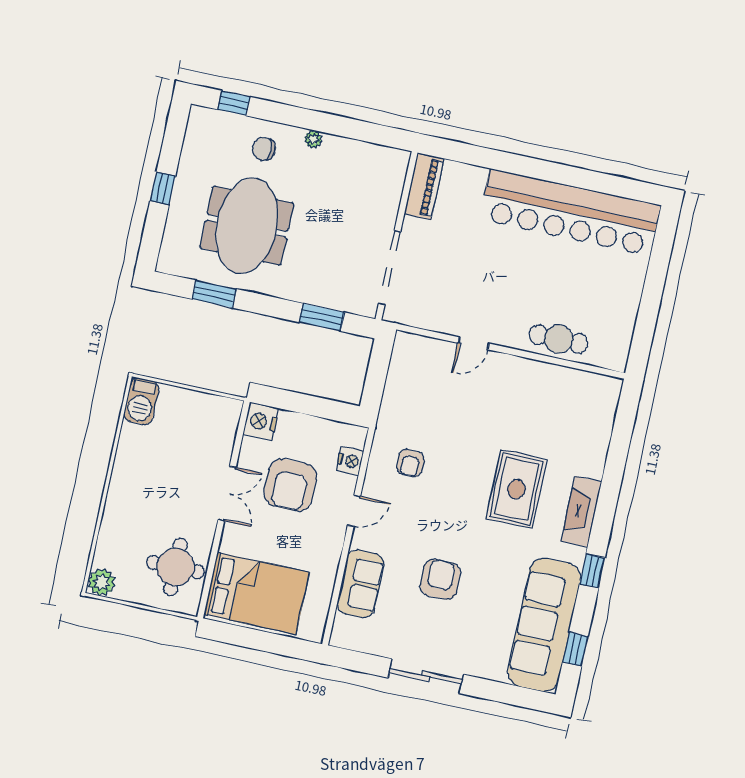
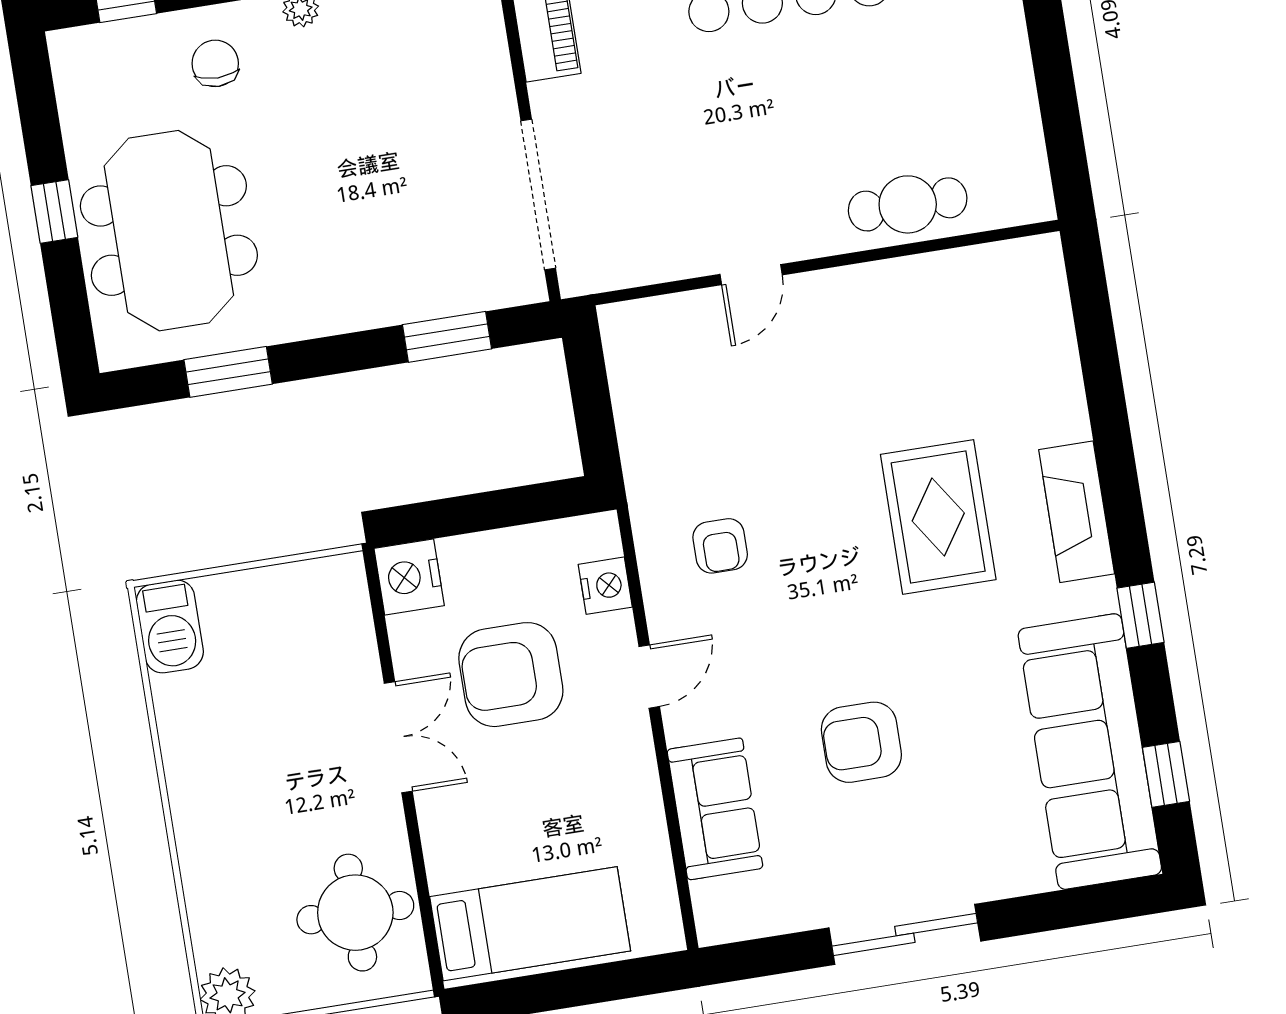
chair: (264, 149) -> (215, 63), turned 90
meeting table: (247, 226) -> (169, 231), moved
armchair: (290, 485) -> (511, 675), turned 90
armchair: (440, 579) -> (861, 742), turned -90
bed: (257, 593) -> (530, 924), width x0.67

